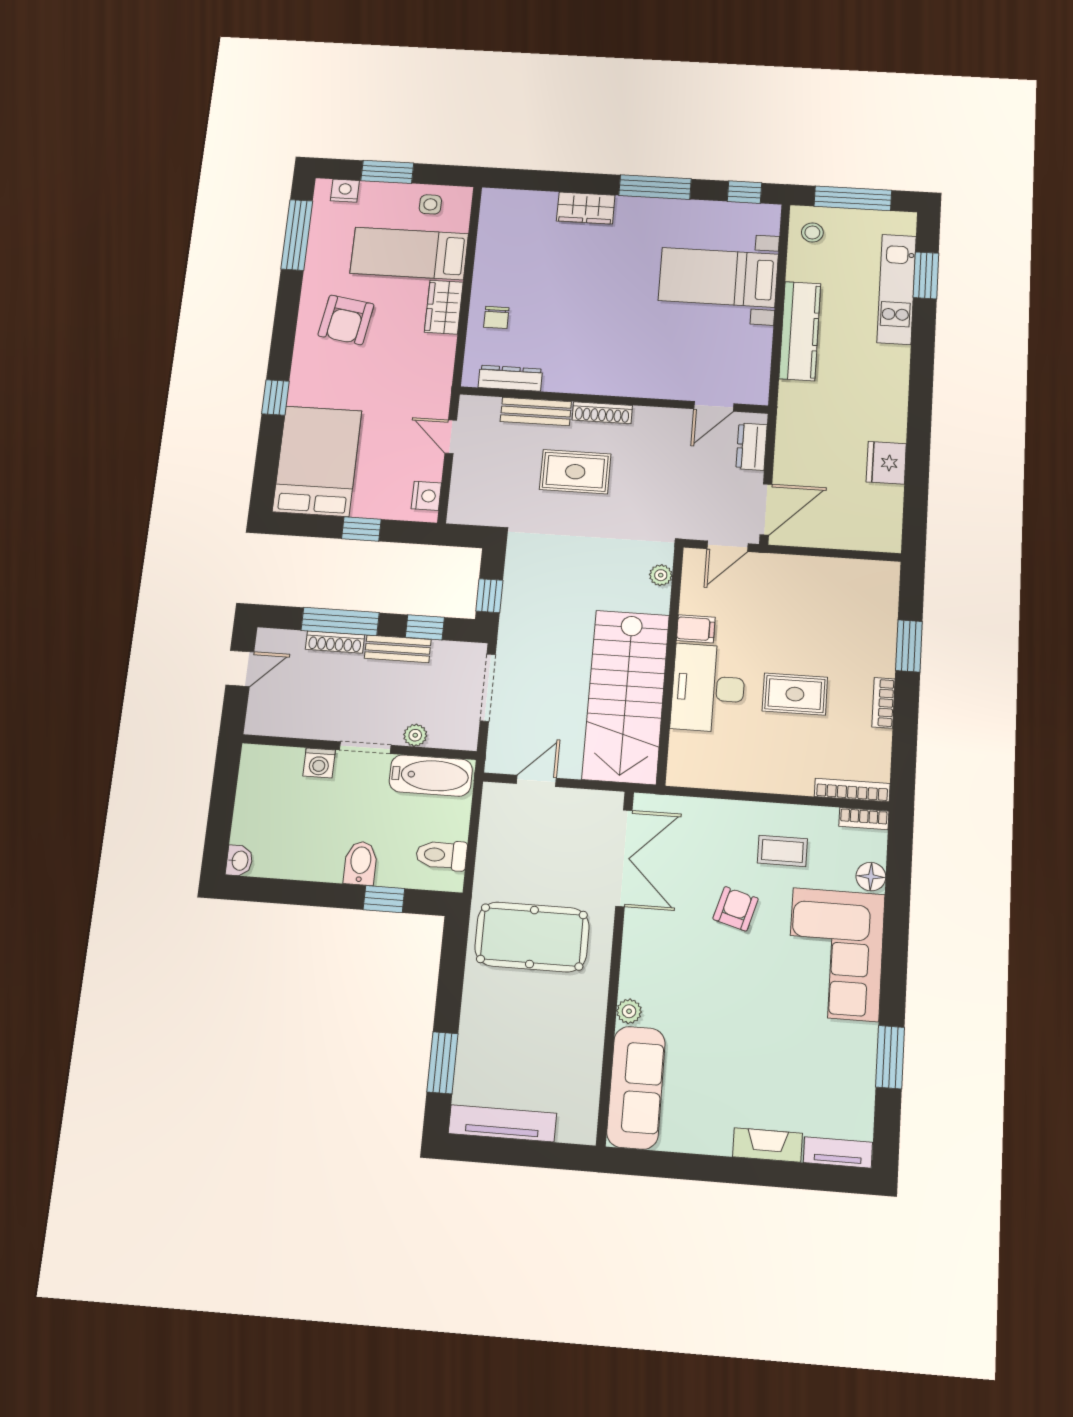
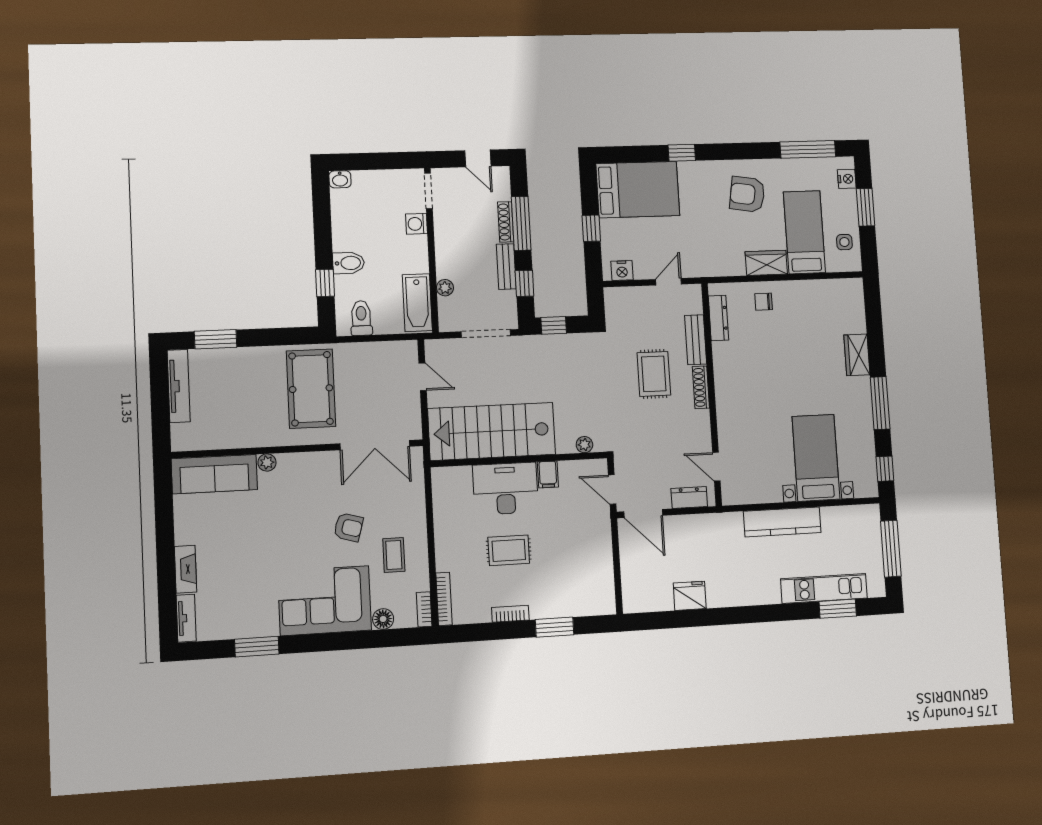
stool: (812, 233) -> (860, 522), removed
rug: (795, 694) -> (509, 550), turned 90
doorway: (365, 748) -> (428, 191), moved

